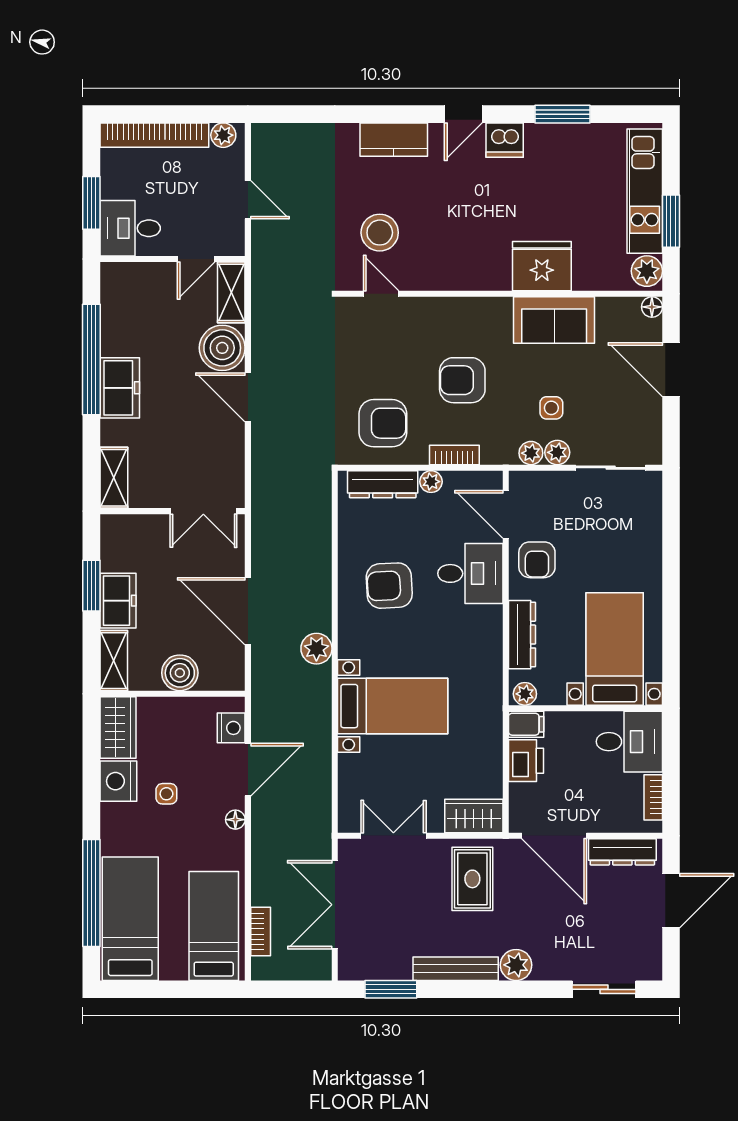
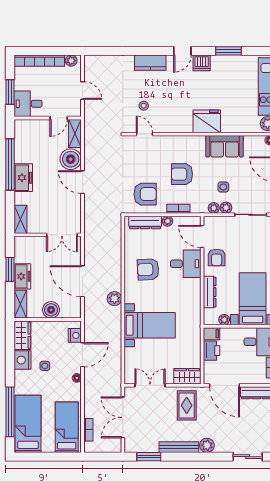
stool: (380, 233) -> (144, 106), width x0.53, depth x0.53
fridge: (542, 266) -> (207, 121), moved
plant: (525, 694) -> (224, 320), moved

